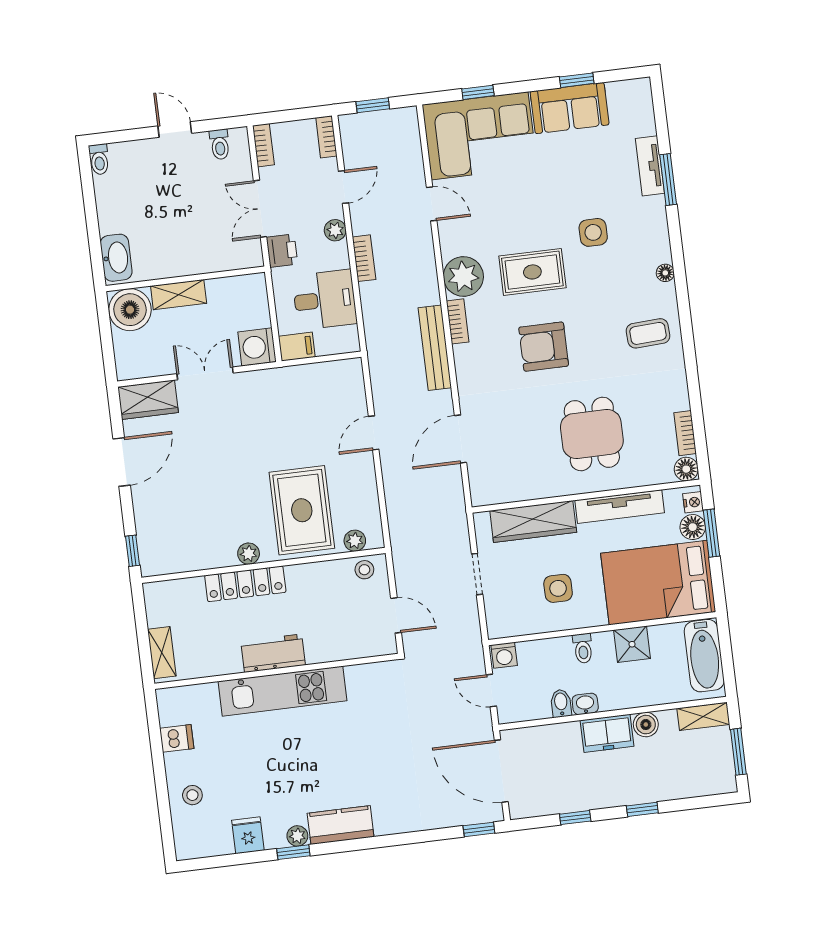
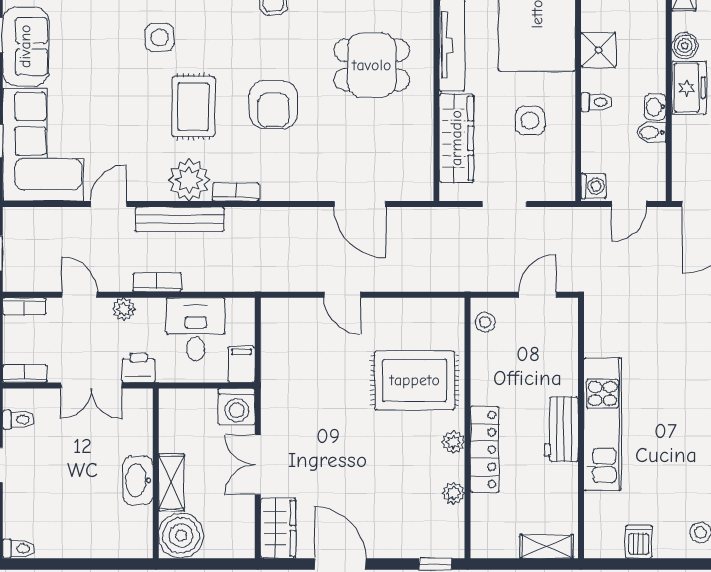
washbasin: (116, 258) -> (138, 480), moved, turned -90
bench: (435, 348) -> (180, 219), moved
plant: (355, 541) -> (453, 493), moved

